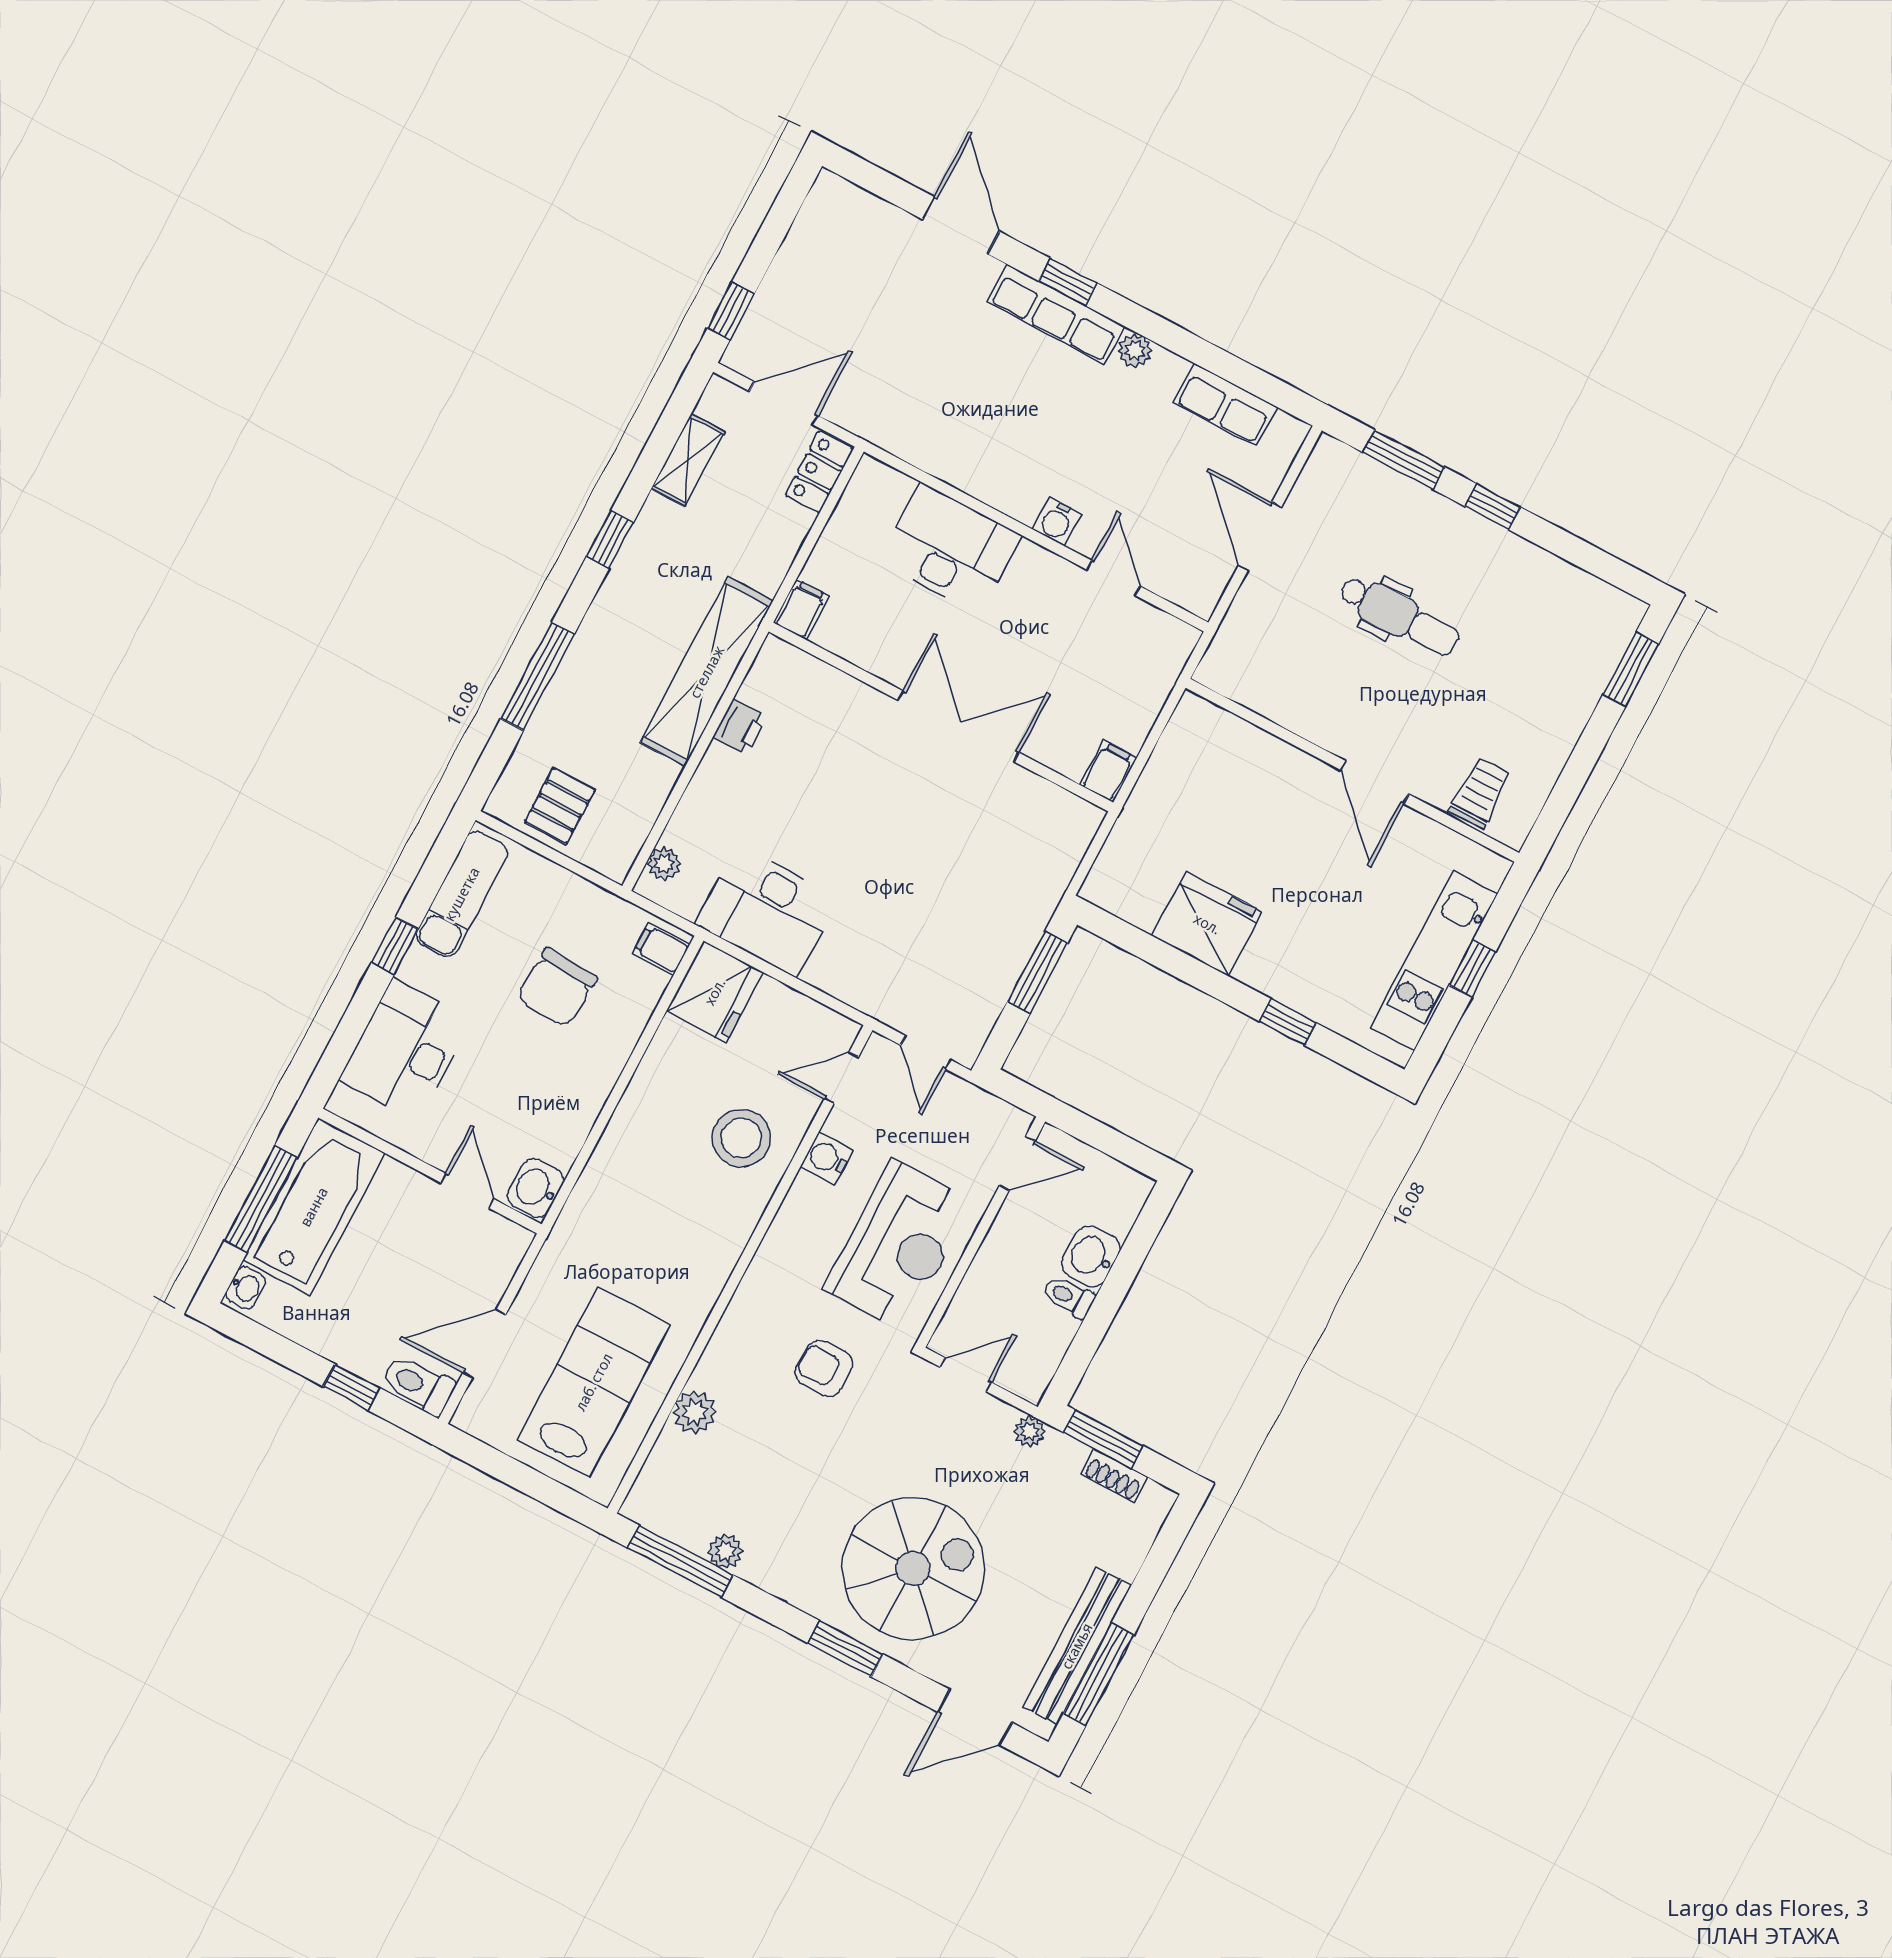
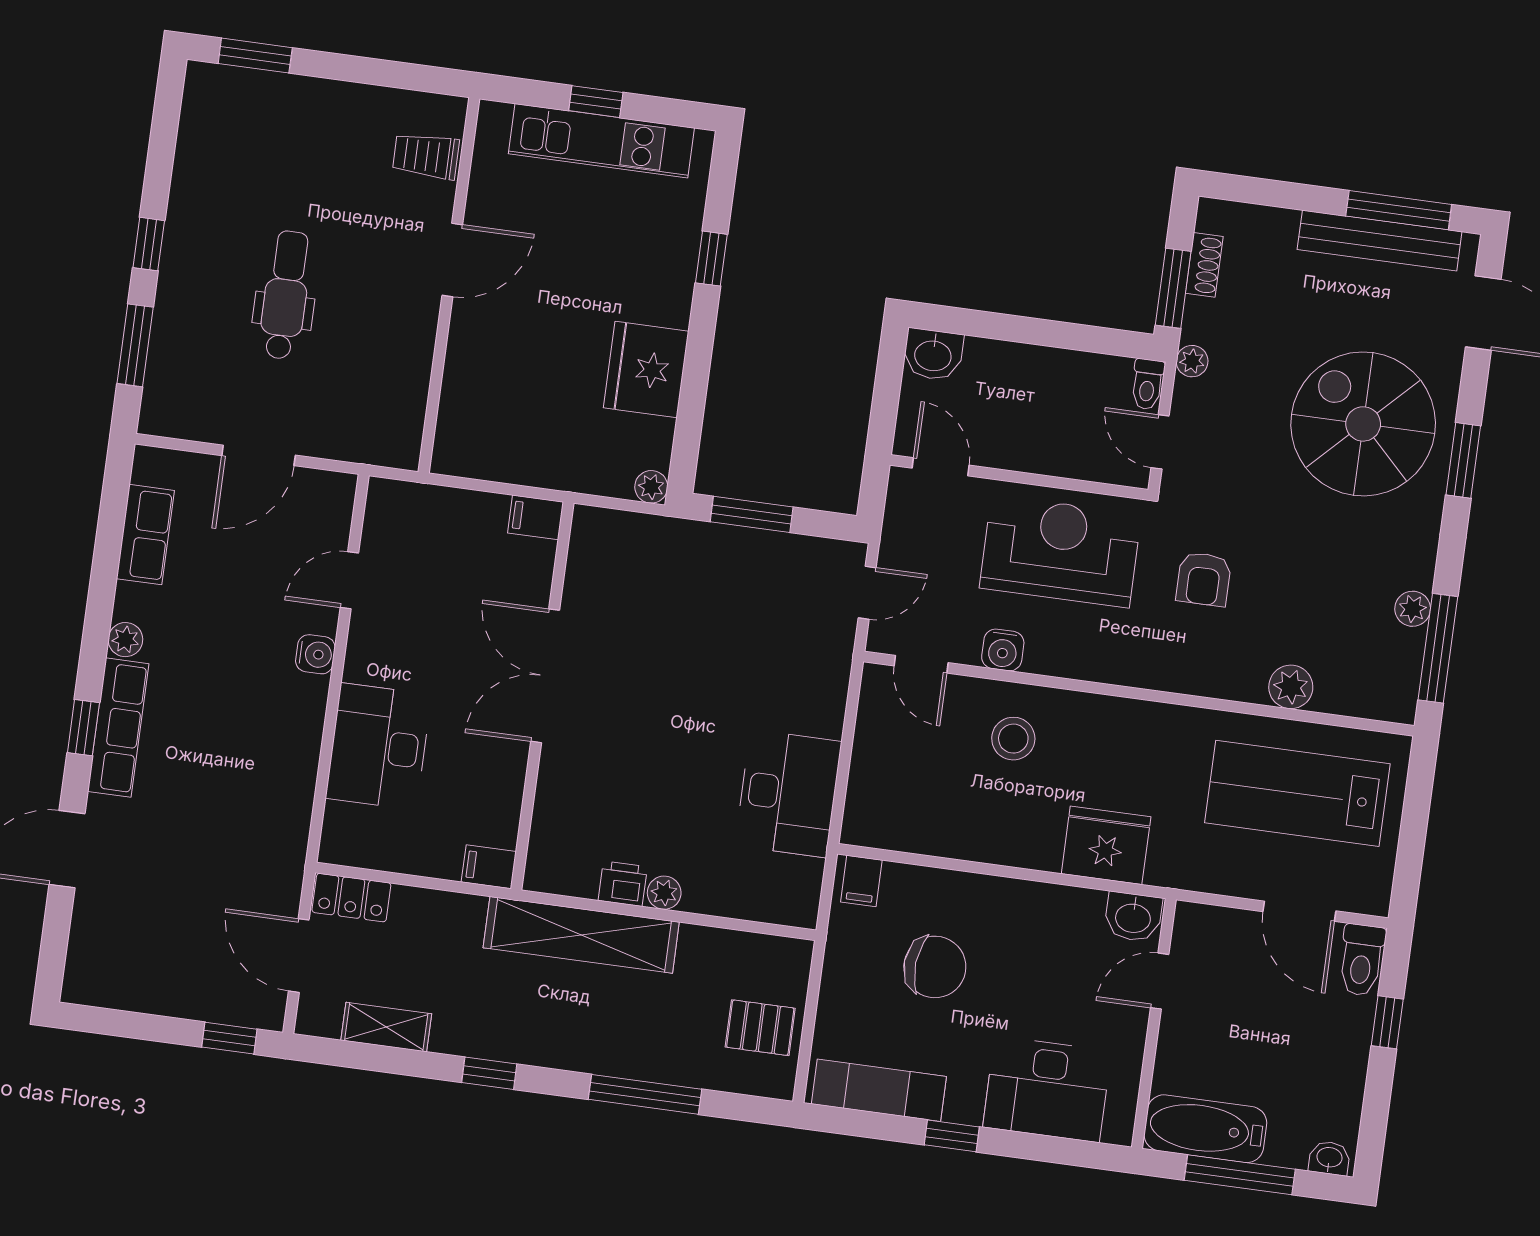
plant: (664, 864) -> (664, 893), moved
plant: (1097, 889) -> (651, 487), added
fridge: (715, 992) -> (1106, 845), moved
stool: (741, 1138) -> (1013, 739), width x0.73, depth x0.73
bathtub: (314, 1207) -> (1205, 1129), width x0.73, depth x0.73
washbasin: (1091, 1256) -> (933, 354), moved
toilet: (1069, 1297) -> (1147, 384), moved

